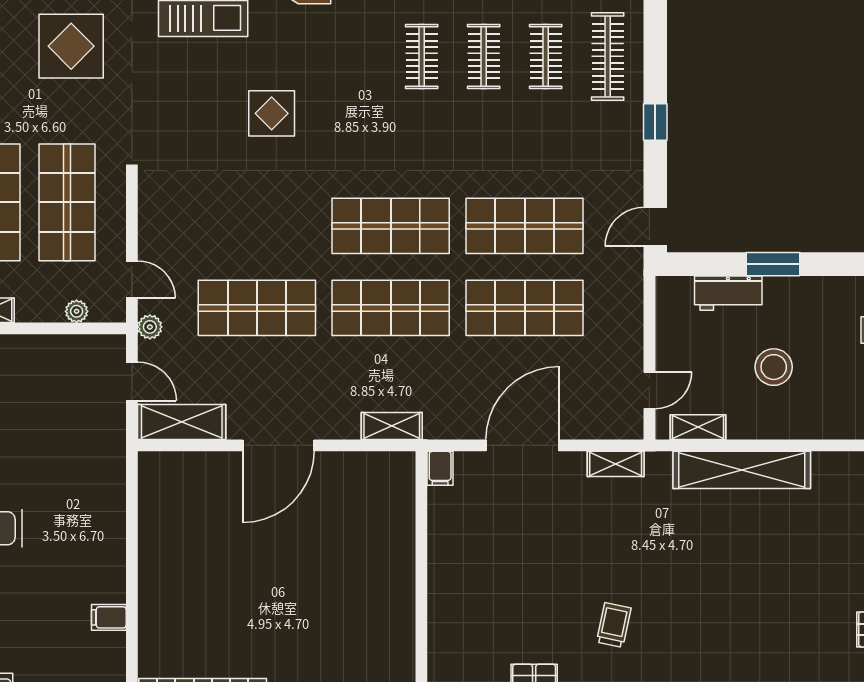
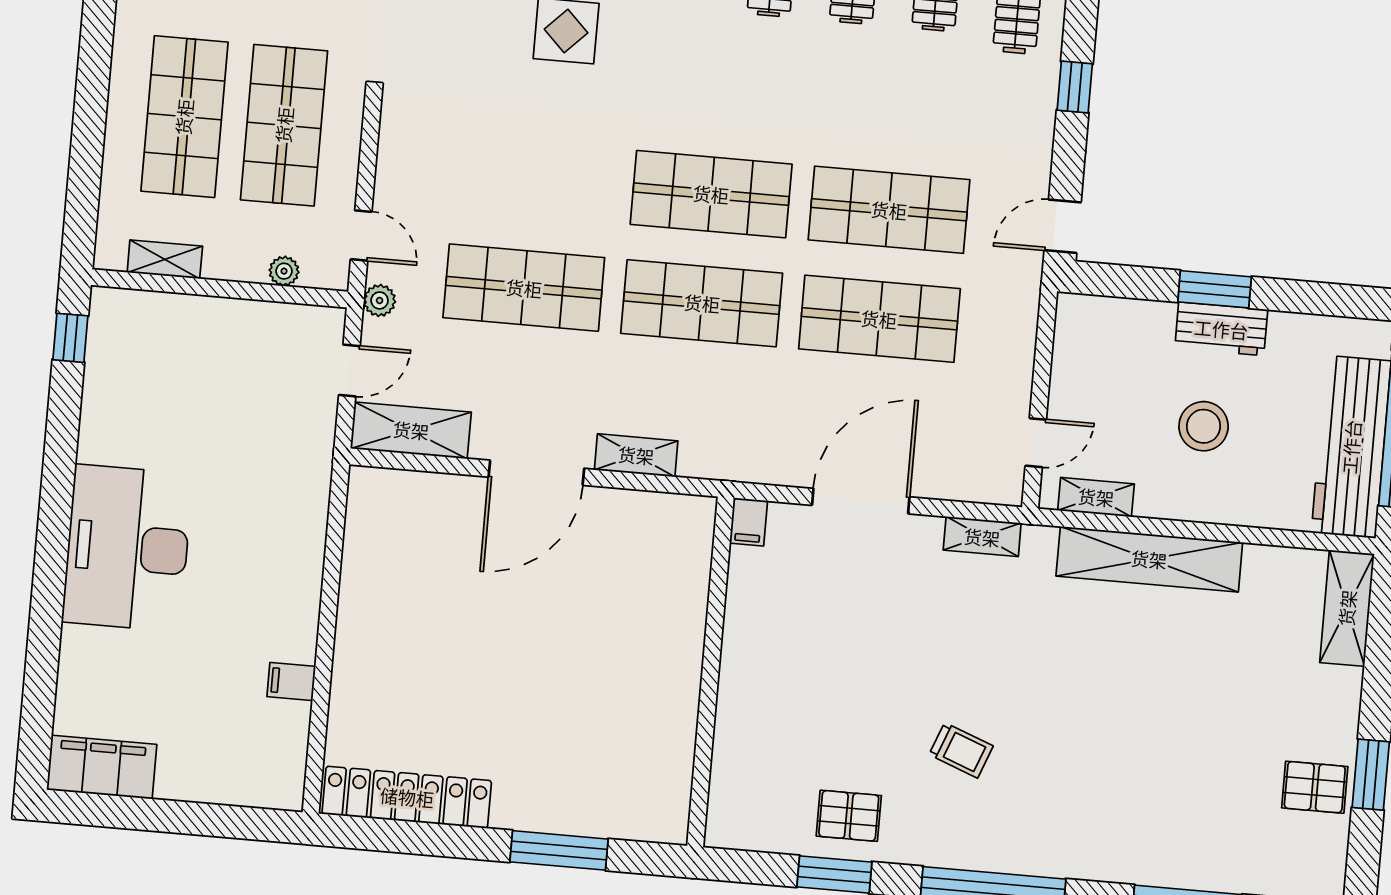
workbench: (728, 293) -> (1221, 329), moved
door: (132, 381) -> (349, 370), hinge flipped
shelving: (392, 426) -> (636, 455), moved
trolley: (614, 625) -> (961, 750), turned 99

